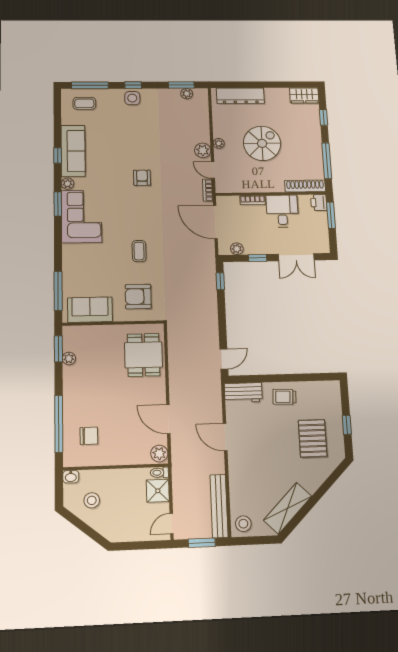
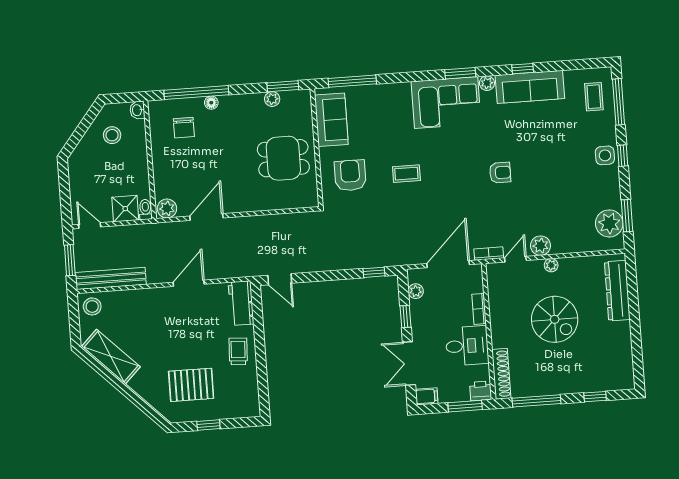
plant: (187, 94) -> (609, 223), width x1.88, depth x1.88
wardrobe: (304, 95) -> (623, 372), removed
filing cabinet: (323, 245) -> (427, 396), added
dining table: (144, 355) -> (283, 158), moved
floor lamp: (69, 411) -> (211, 103), added

